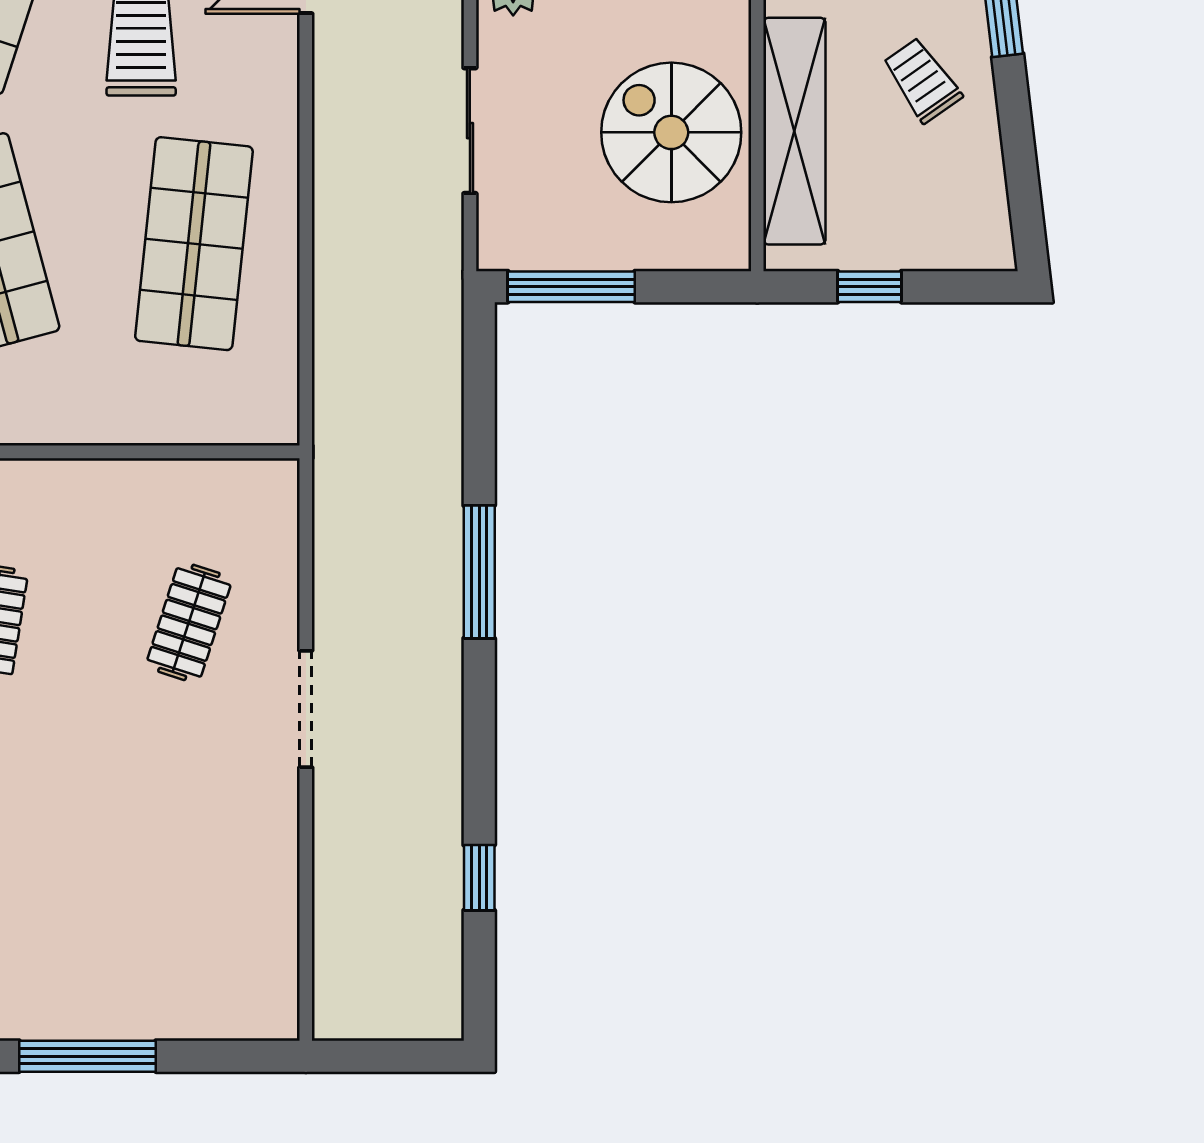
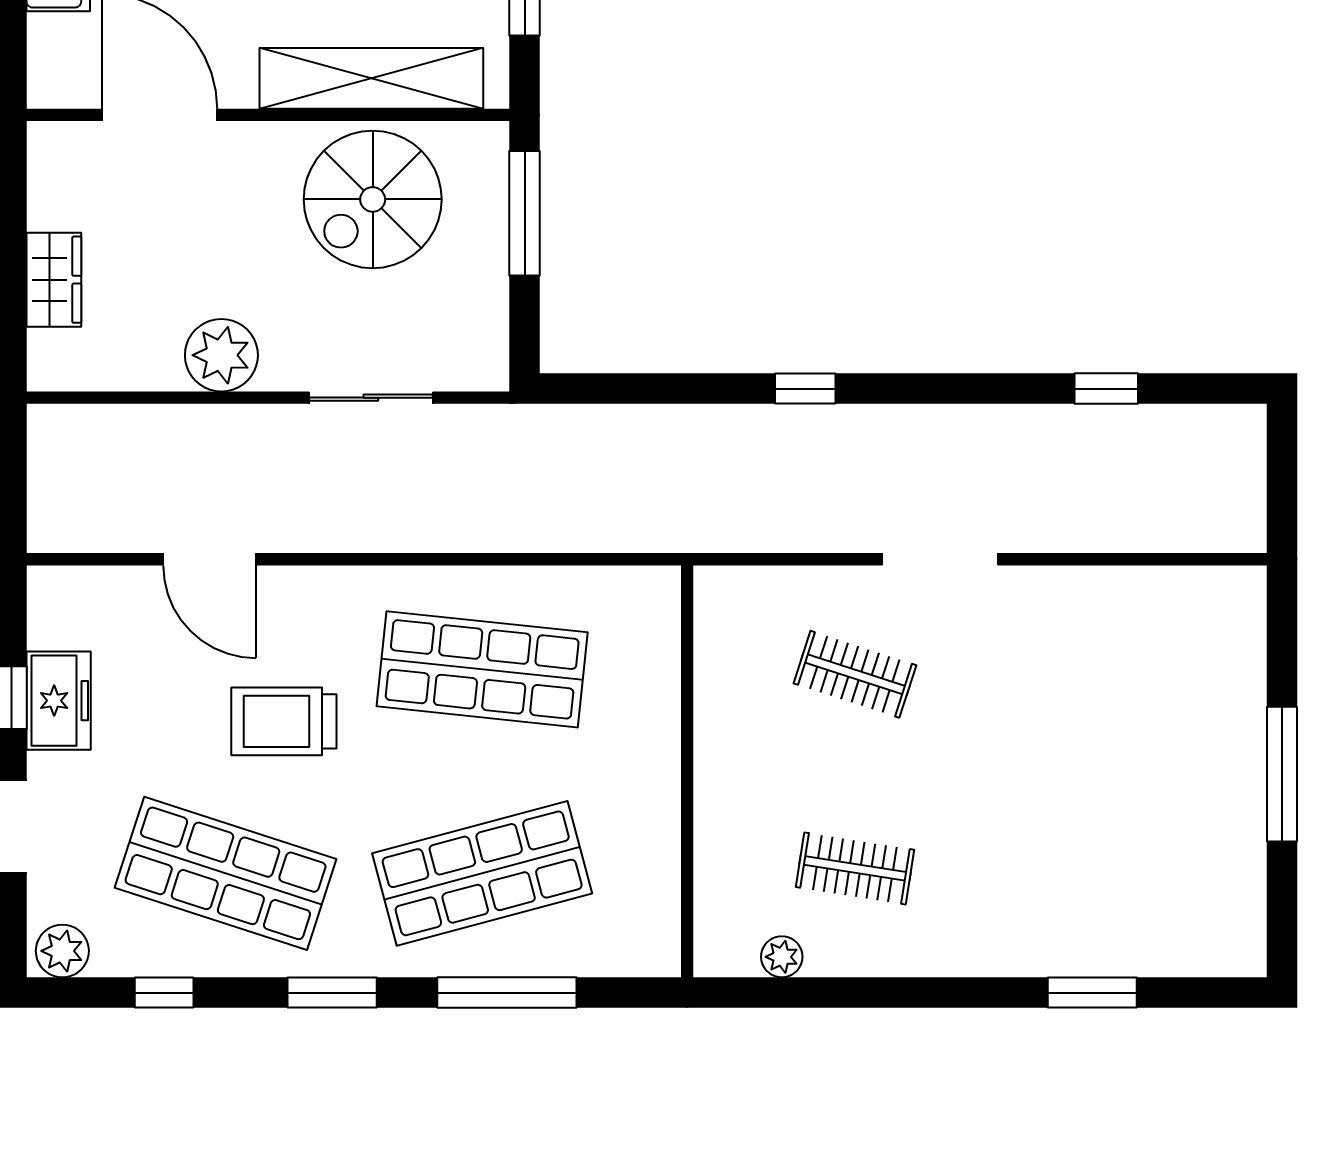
window: (571, 287) -> (525, 213), moved
window: (479, 572) -> (805, 389), width x0.46

